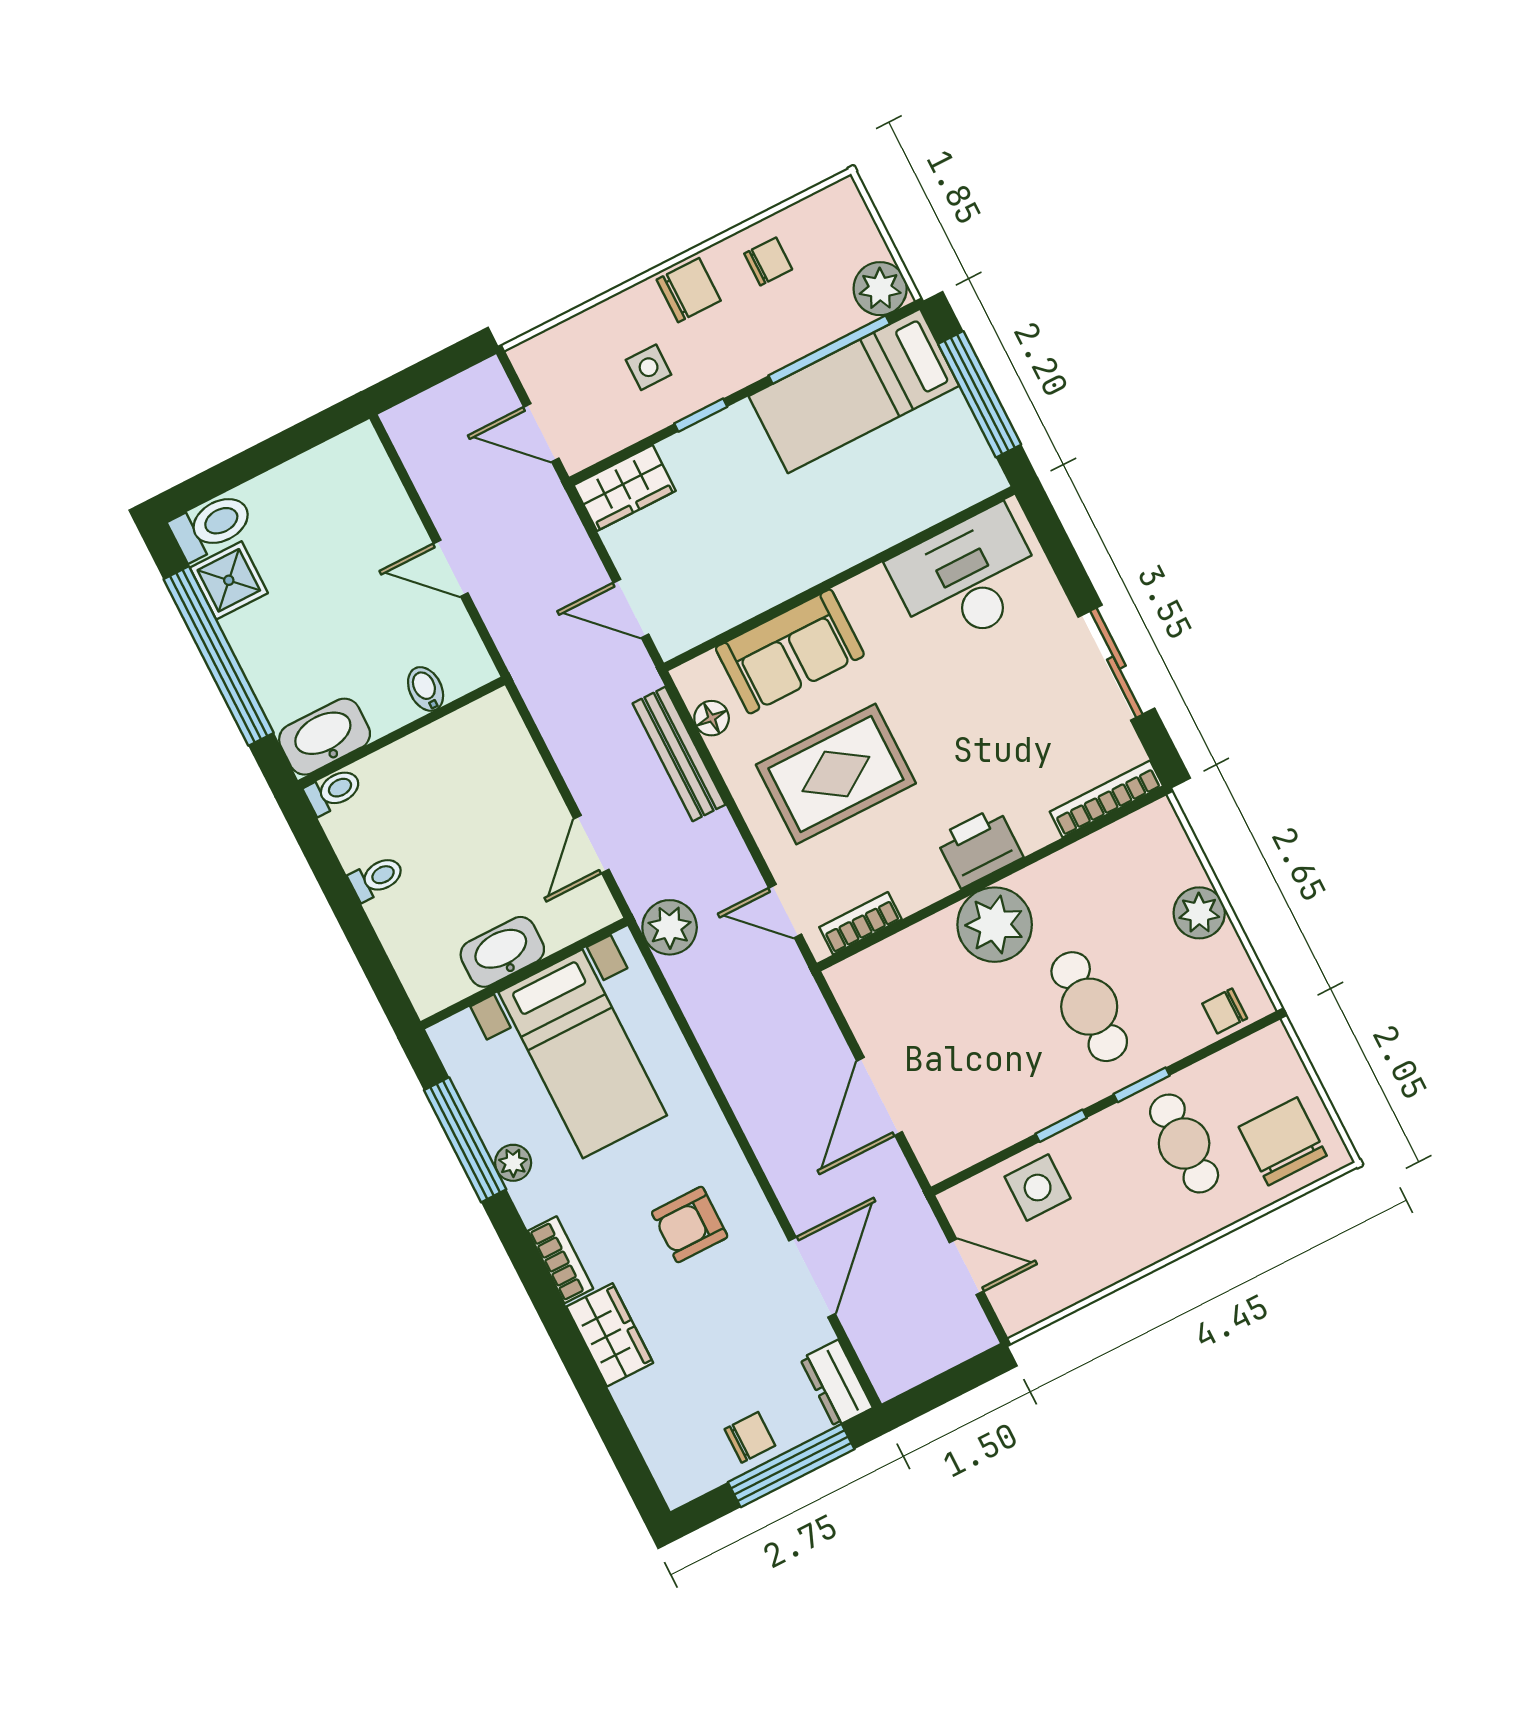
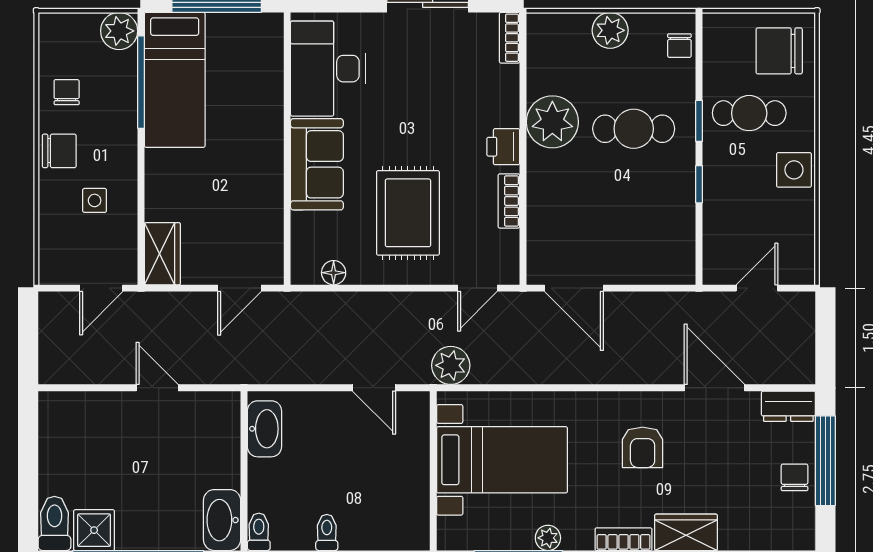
chair: (689, 290) -> (59, 151), turned 90
window: (701, 415) -> (141, 183), removed
door: (451, 568) -> (157, 388), swing flipped
sofa: (790, 651) -> (317, 164), moved
bidet: (426, 689) -> (224, 442), removed
bench: (679, 754) -> (346, 304), removed
bookcase: (1106, 799) -> (510, 38), width x0.64
printer: (979, 847) -> (503, 147), width x0.73, depth x0.81
bookcase: (860, 923) -> (509, 201), moved
plant: (995, 925) -> (552, 122), moved
washbasin: (502, 952) -> (264, 429), moved, turned 180
door: (880, 1096) -> (574, 288), moved
side table: (1038, 1188) -> (794, 170), moved

